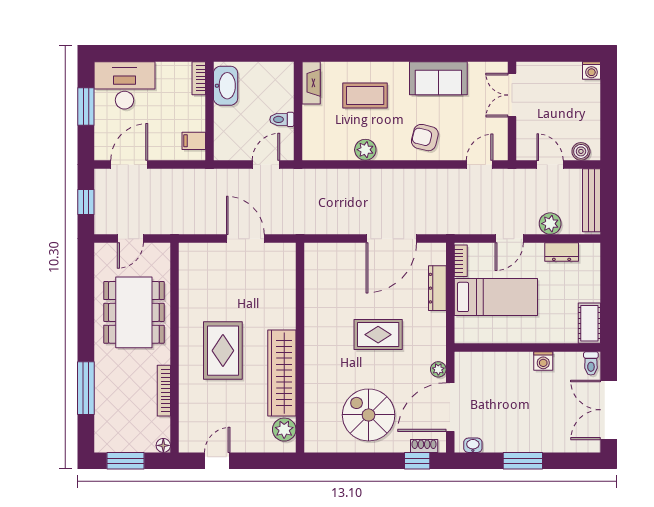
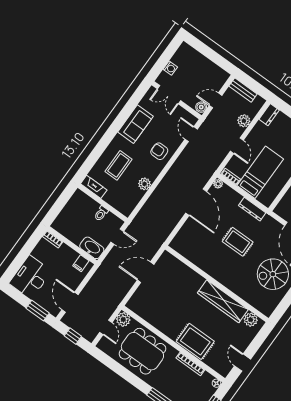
washing machine: (592, 70) -> (170, 68), moved
washbasin: (226, 86) -> (92, 248), moved
window: (86, 107) -> (38, 311), moved
armchair: (425, 138) -> (159, 151), turned 76
boiler: (581, 151) -> (201, 107), moved
door: (266, 164) -> (117, 237), swing flipped
bench: (592, 200) -> (243, 90), width x0.73
dresser: (562, 252) -> (269, 115), moved
plant: (158, 255) -> (123, 319), added
dresser: (437, 288) -> (252, 209), moved
rug: (378, 335) -> (238, 242), turned 90
rug: (223, 351) -> (195, 341), moved
plant: (438, 369) -> (218, 184), moved

